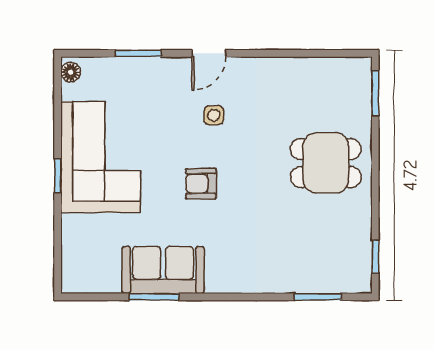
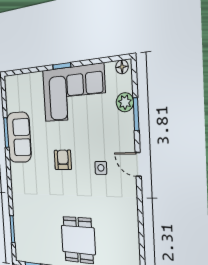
plant: (120, 70) -> (125, 102), added

